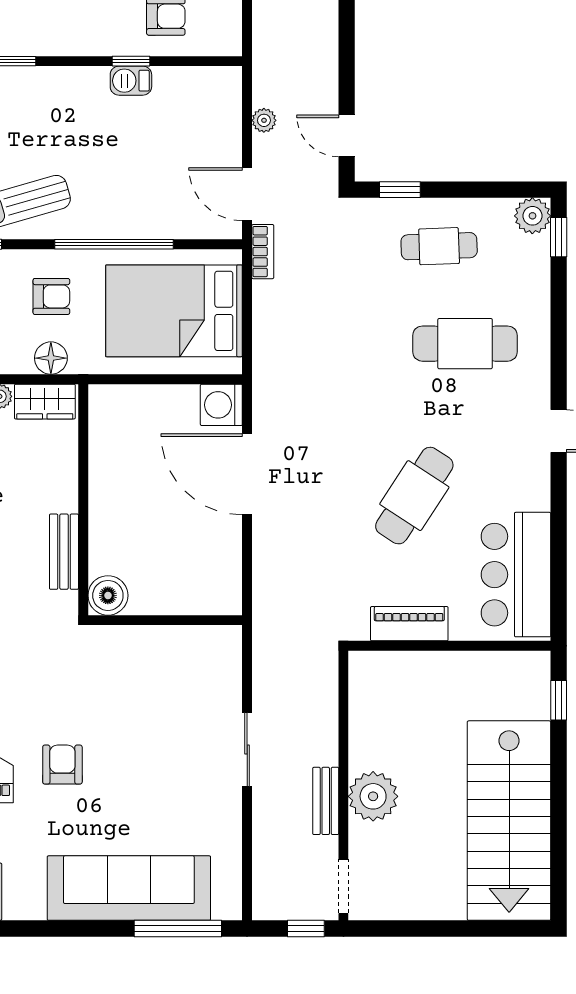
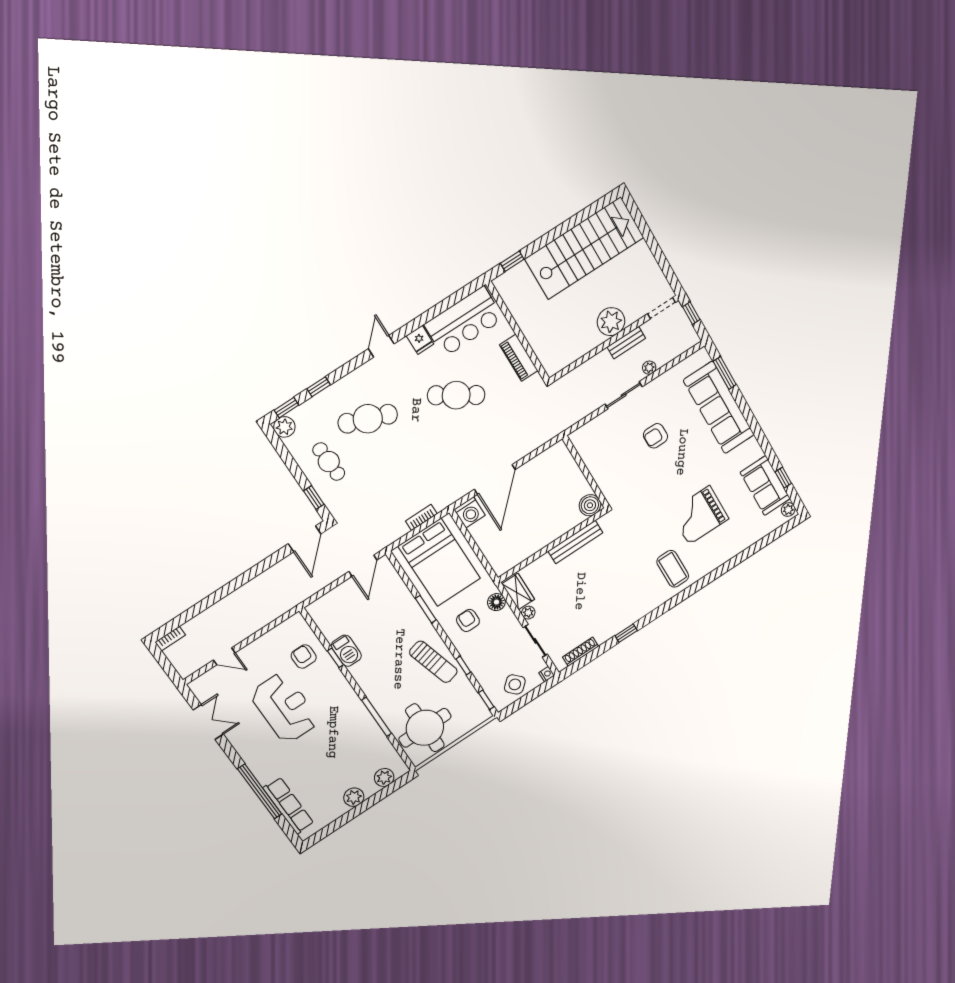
barbecue: (131, 81) -> (346, 651), width x1.38, depth x1.27
plant: (264, 120) -> (649, 368), moved
door: (347, 136) -> (305, 539), width x1.38
window: (114, 244) -> (426, 609), width x0.47
bookcase: (263, 252) -> (421, 517), moved
window: (559, 303) -> (319, 387), added
cafe table: (465, 344) -> (368, 419), turned -69
fridge: (531, 493) -> (420, 340), added
bench: (64, 552) -> (575, 542), width x1.36
armchair: (62, 765) -> (655, 436), moved
window: (178, 928) -> (725, 373), width x0.69

